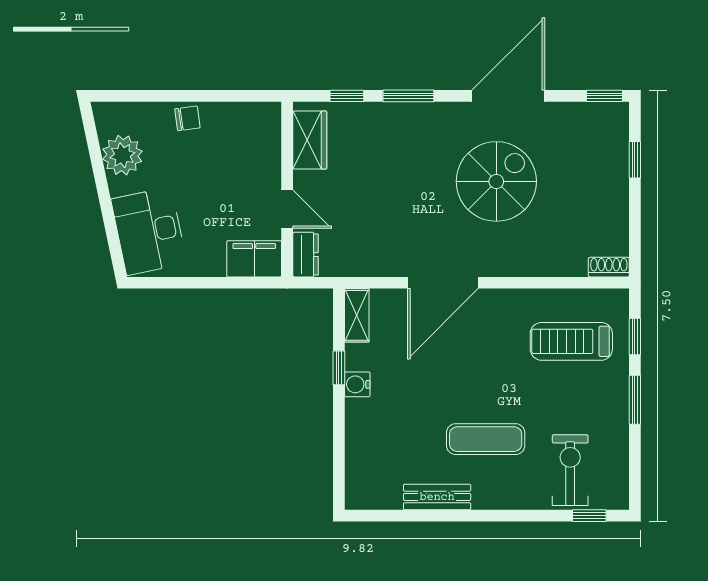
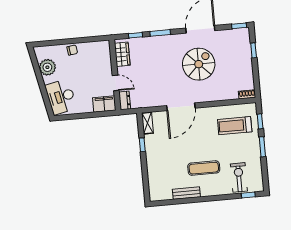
water cooler: (357, 384) -> (150, 151), removed

